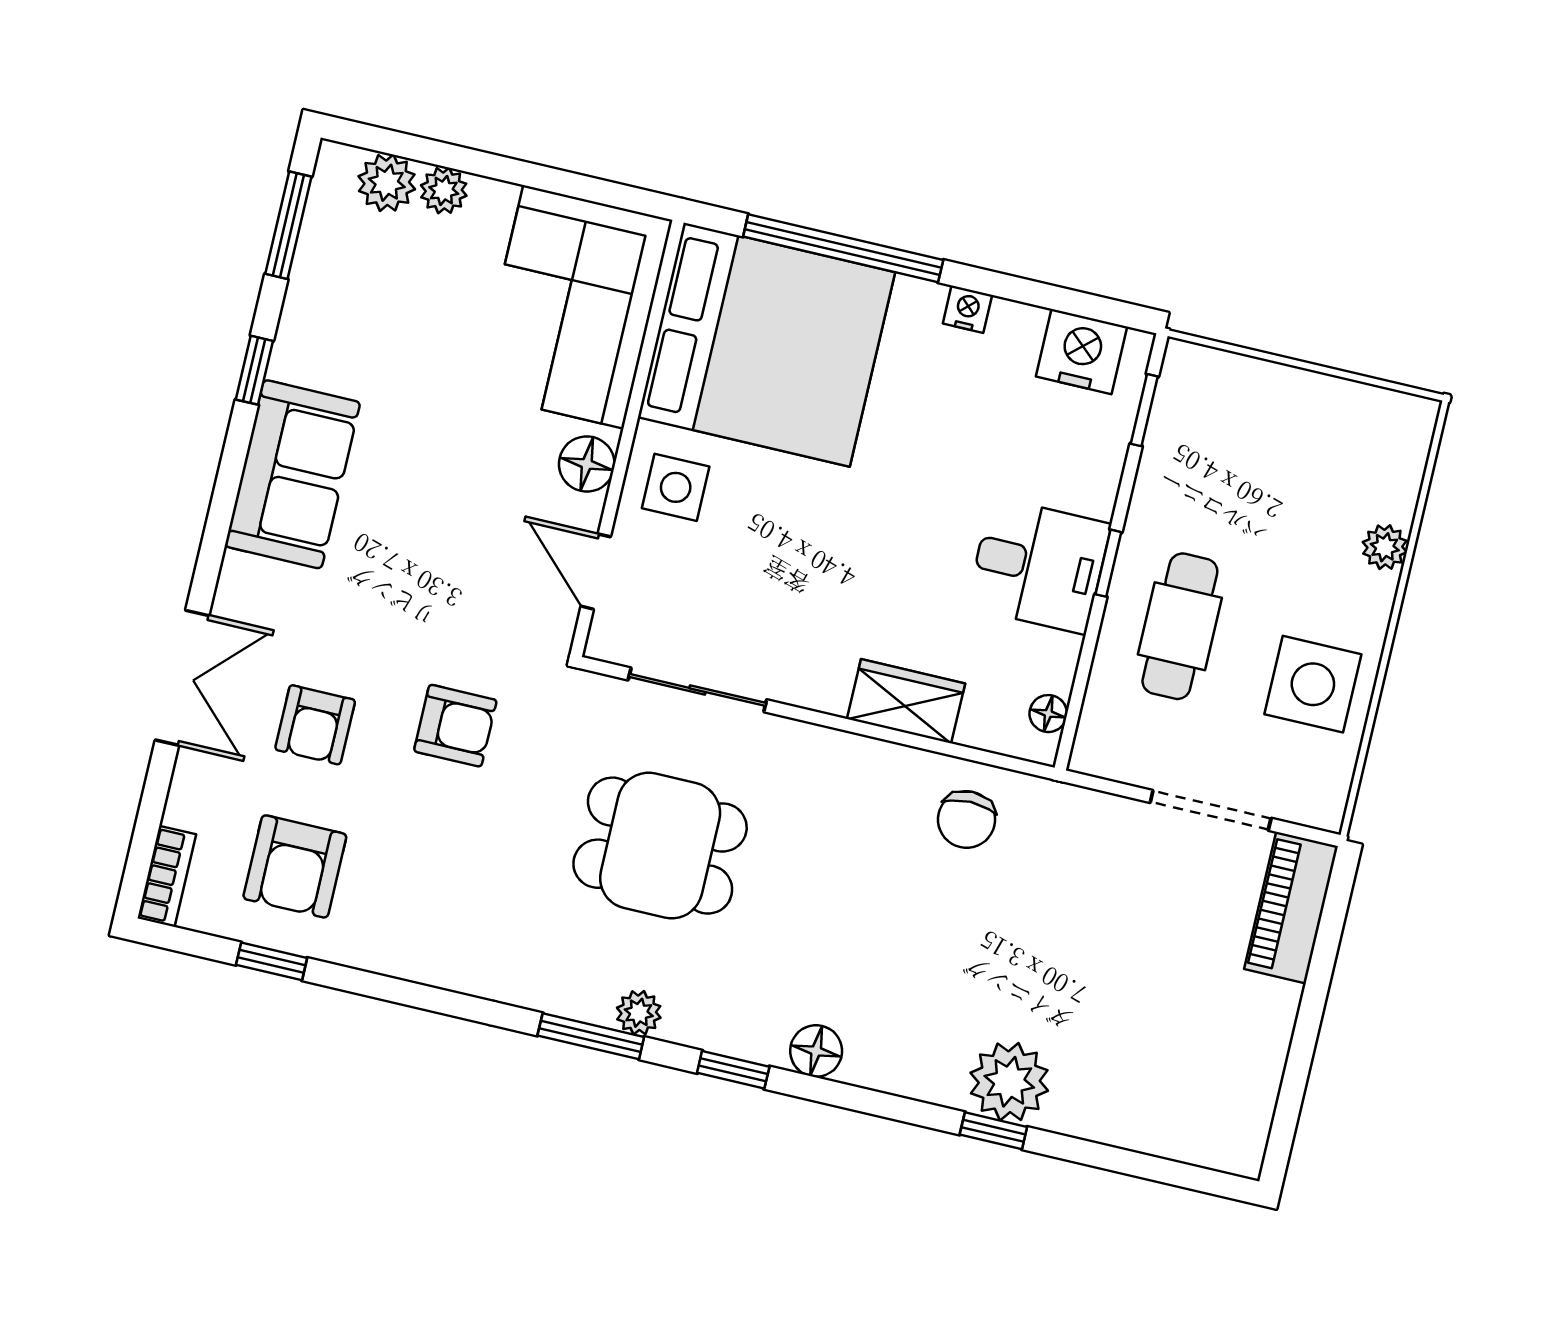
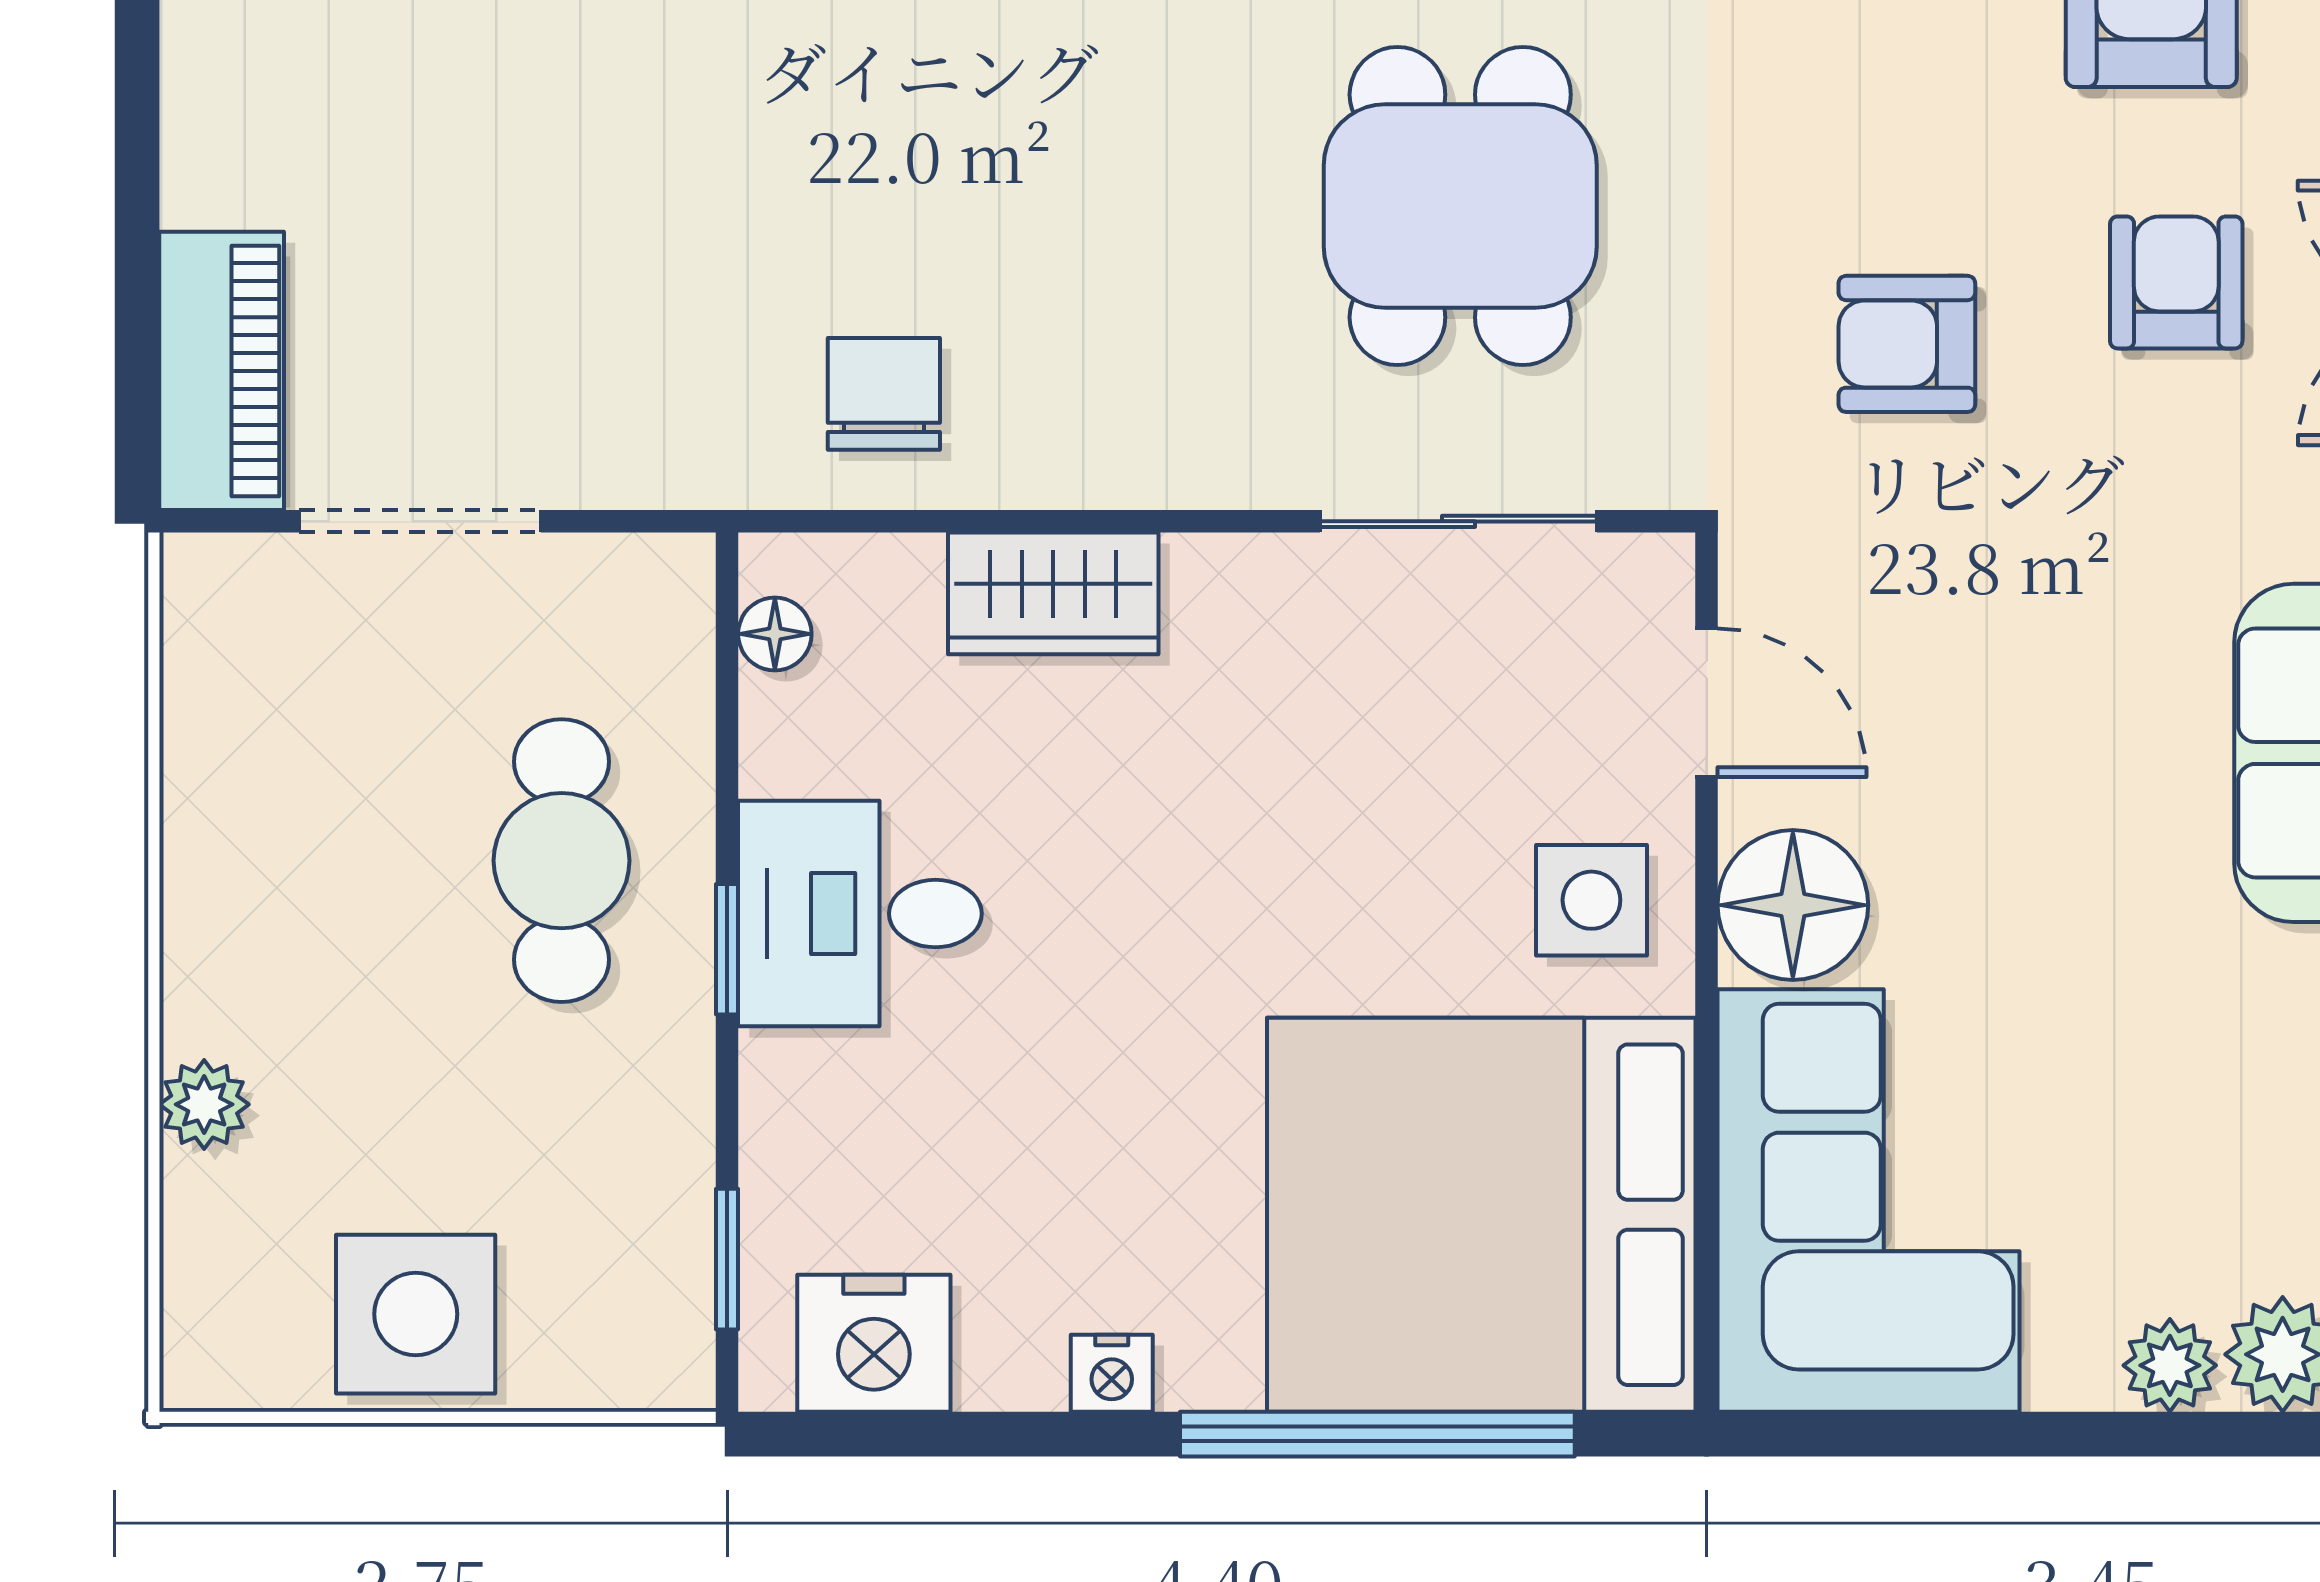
floor lamp: (587, 464) -> (1793, 905), width x1.38, depth x1.38
side table: (1313, 684) -> (416, 1314), moved
dining table: (660, 846) -> (1460, 206), turned 90

